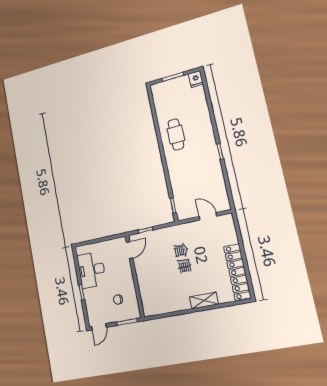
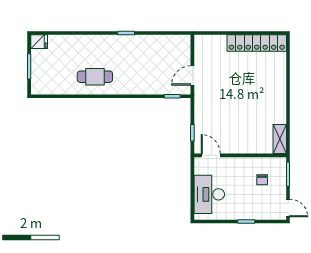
door: (208, 216) -> (192, 76), moved
desk: (92, 270) -> (209, 194), moved, turned 90
shelving: (204, 300) -> (280, 139), moved

